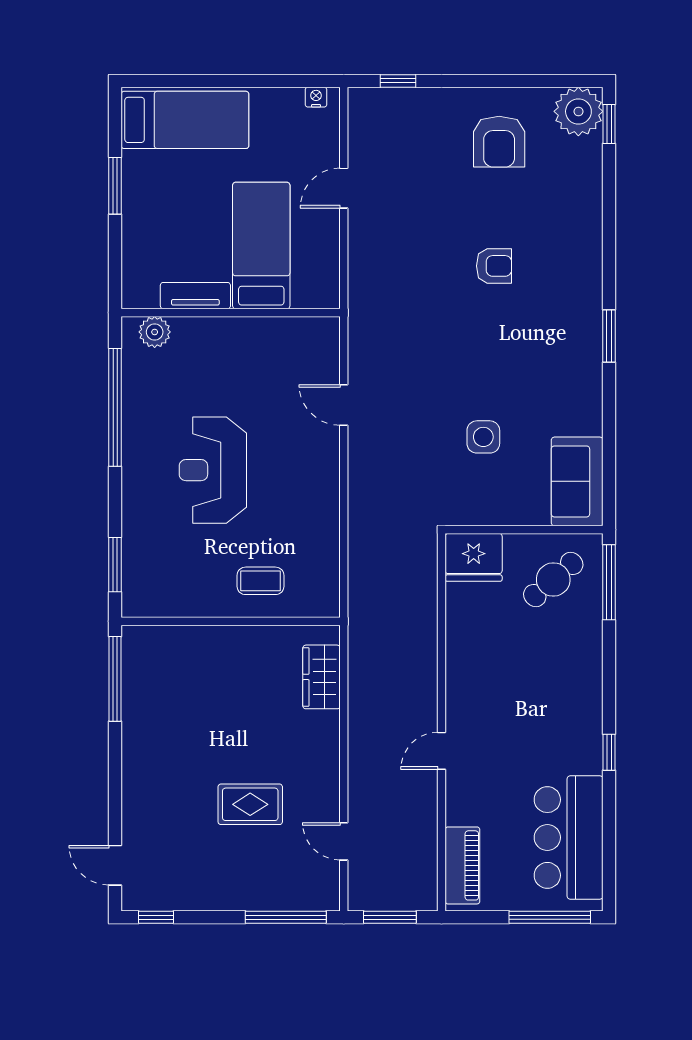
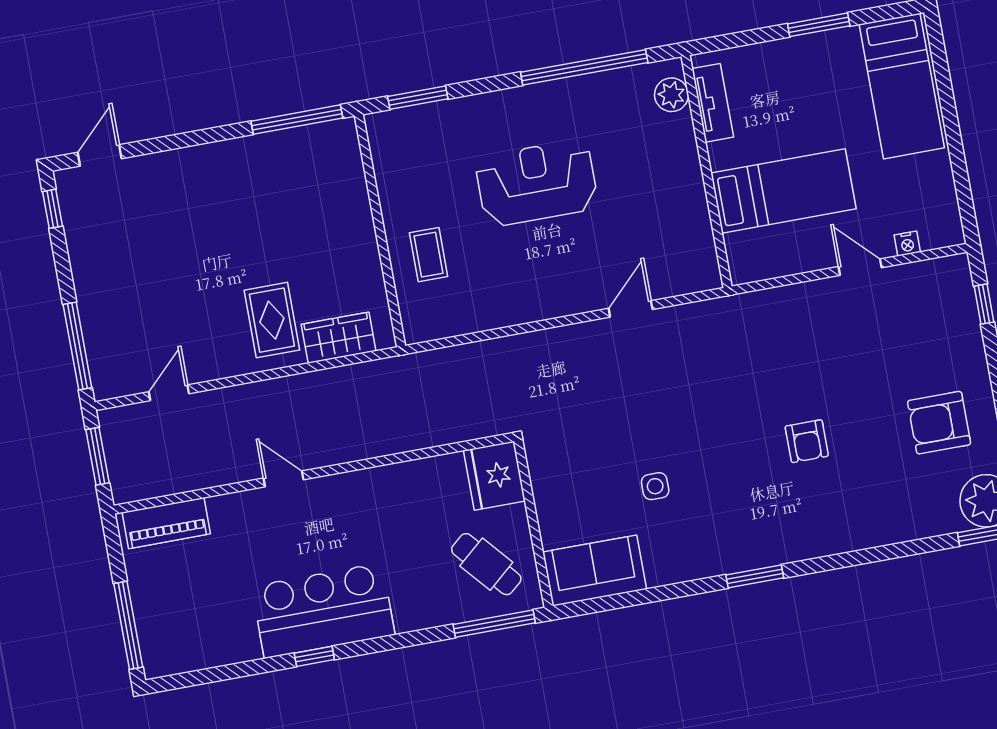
nightstand: (316, 97) -> (907, 244), moved, turned 90
tv unit: (195, 296) -> (713, 103), moved
side table: (483, 437) -> (655, 486), moved, width x0.73, depth x0.73
rug: (250, 804) -> (272, 320), moved
bar counter: (569, 837) -> (323, 611), moved

